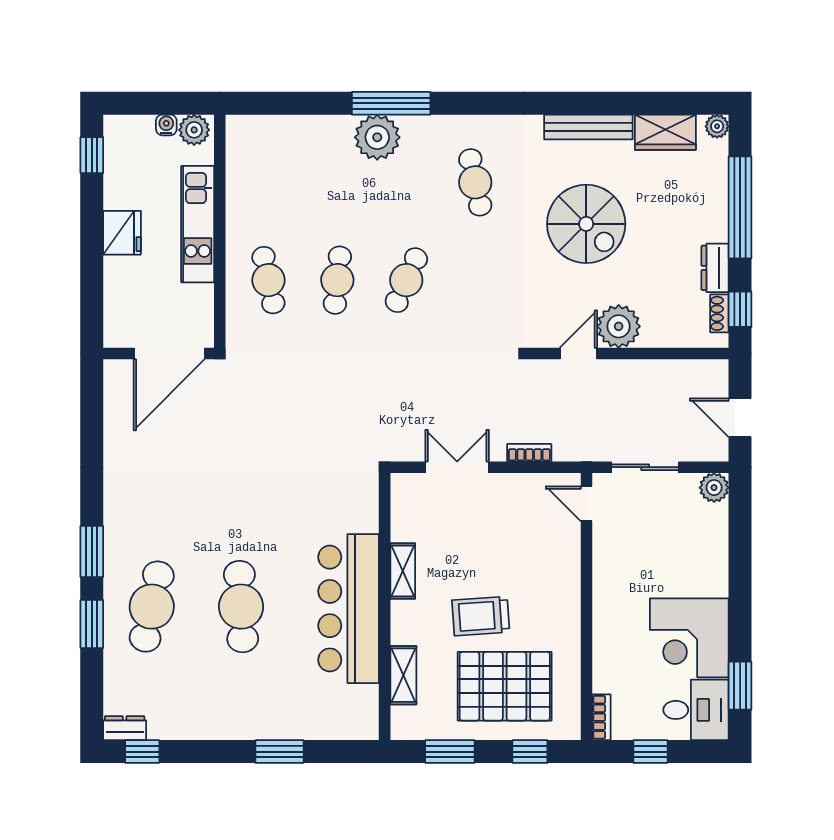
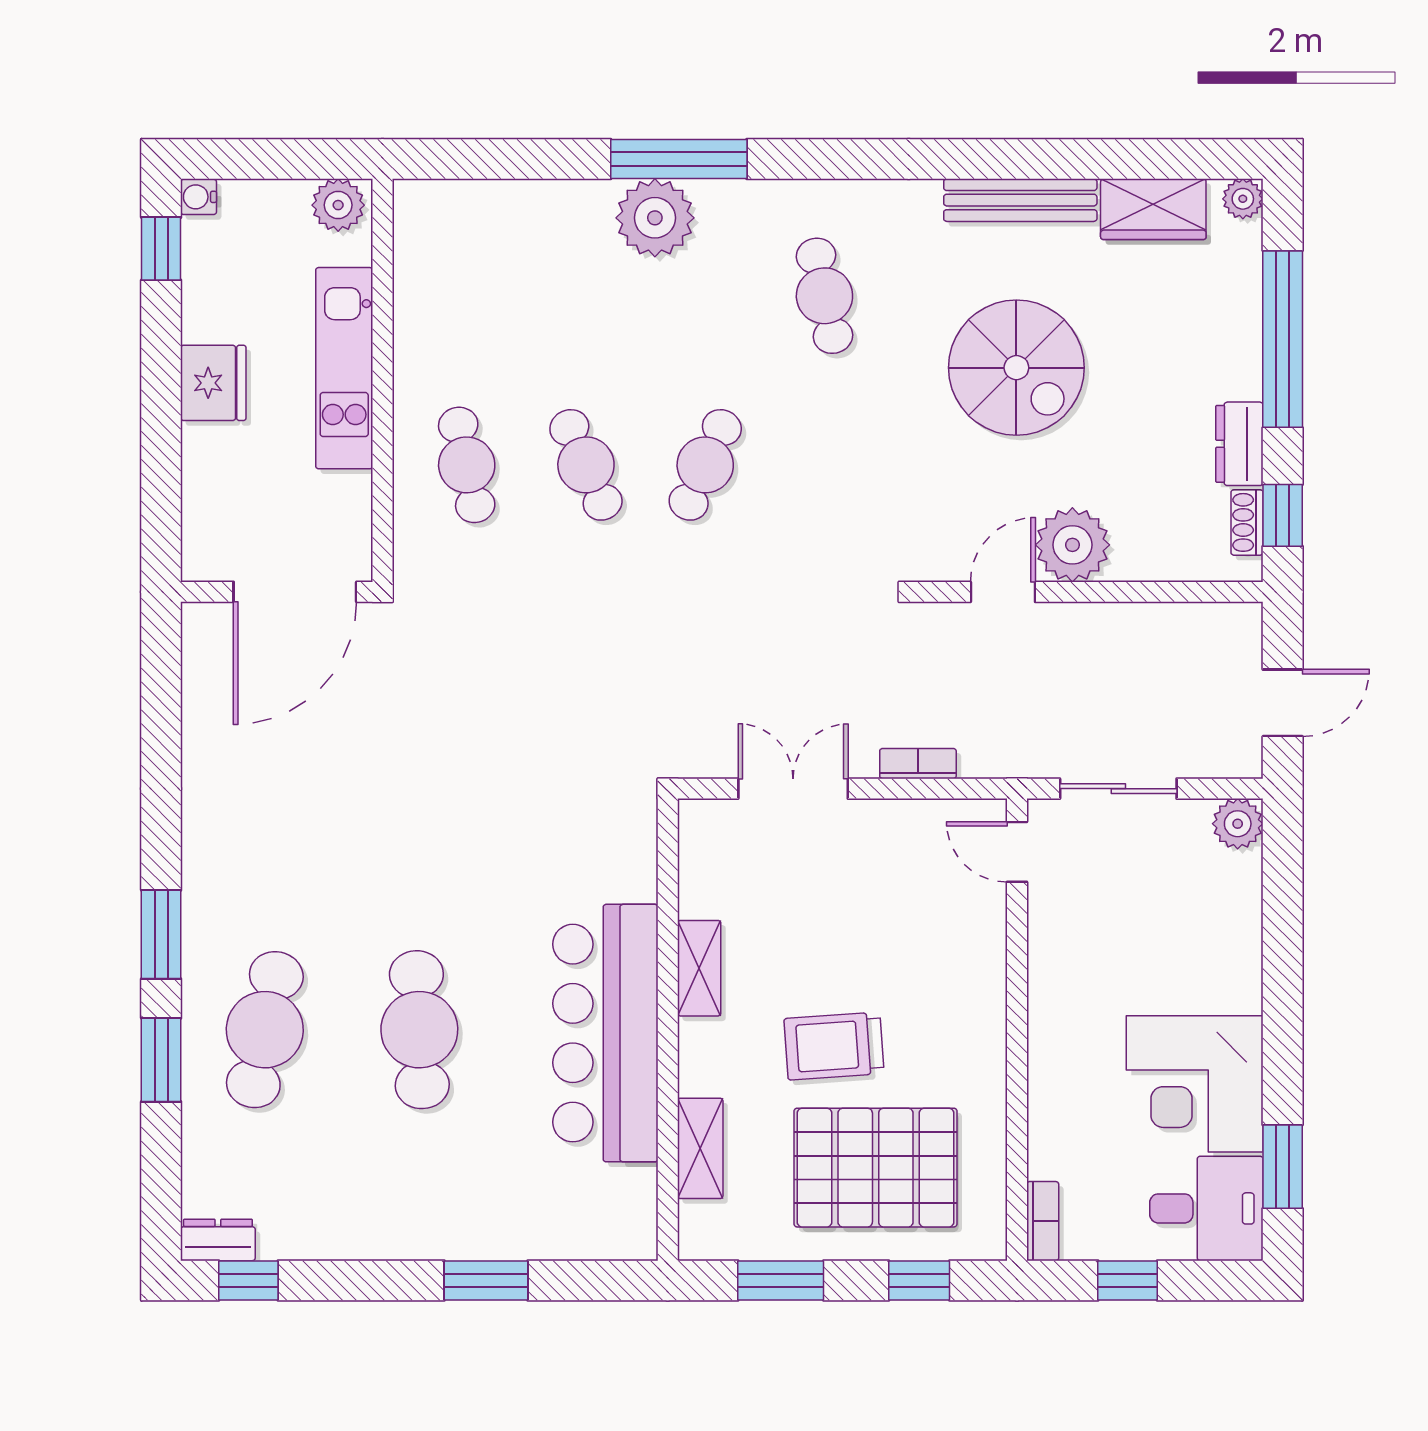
water cooler: (166, 125) -> (199, 197), moved, turned -90
cafe table: (337, 280) -> (586, 465), turned -30
door: (740, 418) -> (1283, 703), swing flipped

